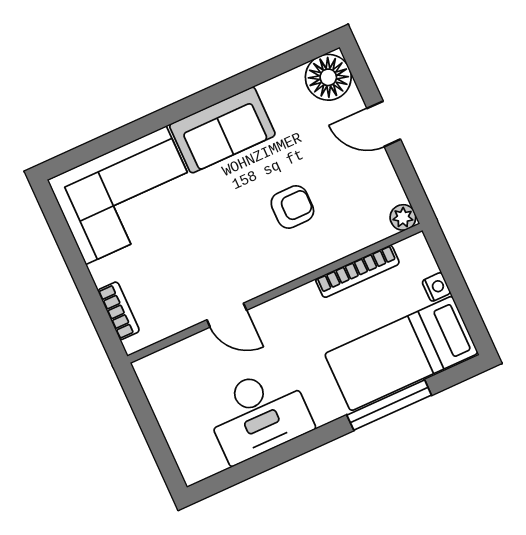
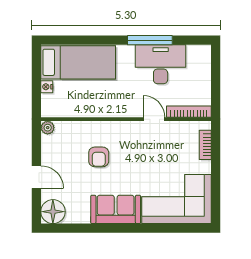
armchair: (292, 207) -> (99, 157), turned -90
bookcase: (357, 271) -> (189, 112), moved
window: (389, 405) -> (150, 40), moved

